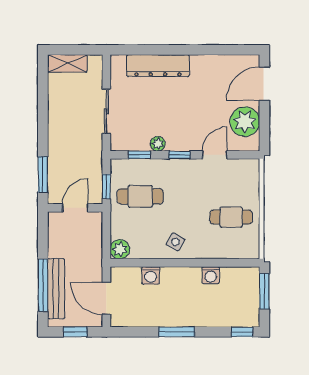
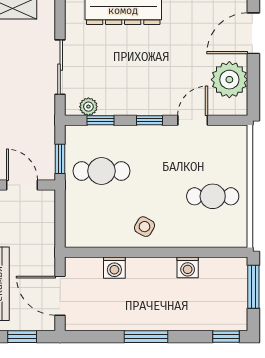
plant: (158, 144) -> (88, 107), moved
door: (75, 208) -> (22, 185), hinge flipped
plant: (120, 249) -> (77, 236), removed

